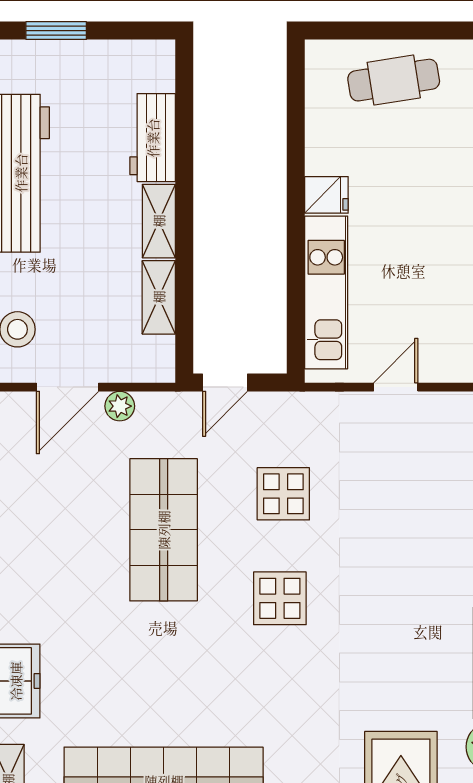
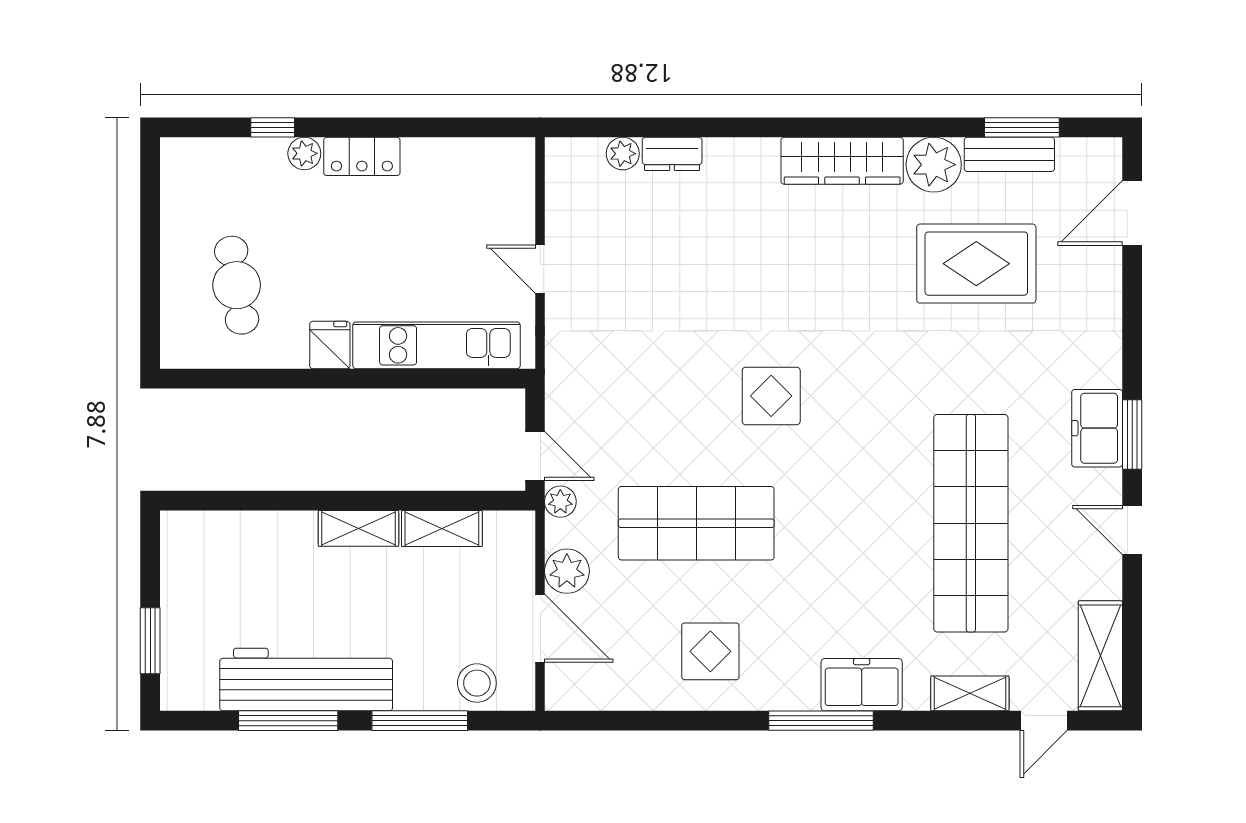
cafe table: (394, 80) -> (237, 285), moved
workbench: (153, 138) -> (267, 535), removed
plant: (120, 406) -> (567, 571), width x1.38, depth x1.38
plant: (183, 406) -> (560, 502), added
display table: (283, 494) -> (710, 651), moved

